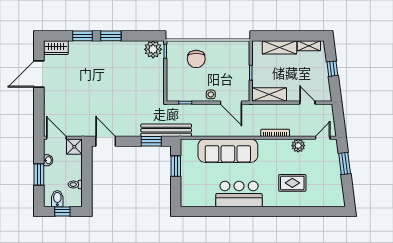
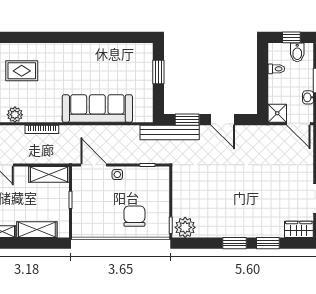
door: (106, 141) -> (223, 120), moved
window: (176, 166) -> (158, 72), moved
bar counter: (239, 194) -> (84, 58), removed

